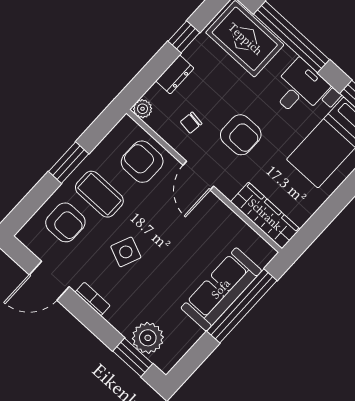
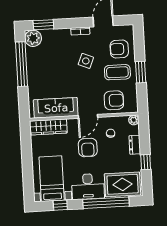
desk: (299, 88) -> (88, 186), width x1.37
armchair: (241, 135) -> (88, 147), turned -90
door: (198, 176) -> (88, 116), swing flipped
sofa: (221, 289) -> (56, 108), moved, turned -90
window: (242, 306) -> (22, 64), moved
plant: (148, 338) -> (33, 38), moved

